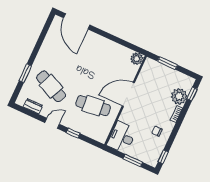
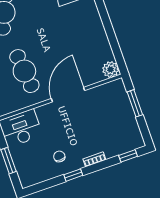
door: (128, 94) -> (68, 95), hinge flipped
plant: (179, 96) -> (114, 145), removed
window: (163, 157) -> (73, 175), moved

